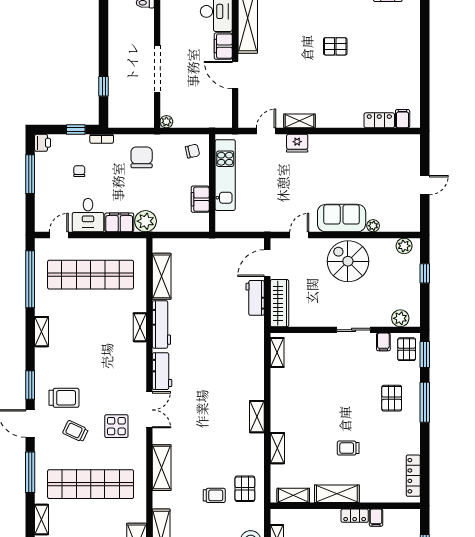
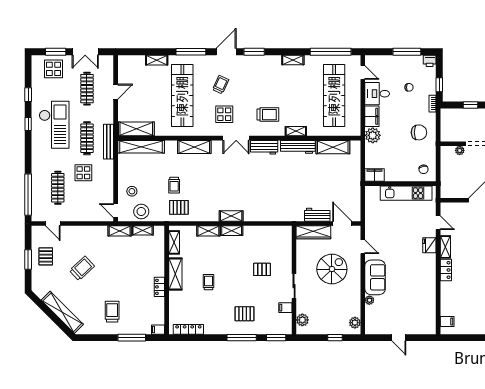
locker: (379, 120) -> (446, 270), moved
plant: (166, 122) -> (460, 150), moved
filing cabinet: (200, 199) -> (375, 175), moved
spiral stairs: (348, 261) -> (332, 269), moved
pallet: (407, 349) -> (262, 269), moved
shelving: (277, 353) -> (232, 231), moved
trolley: (64, 398) -> (268, 115), moved, turned -90
filing cabinet: (376, 518) -> (158, 330), moved

